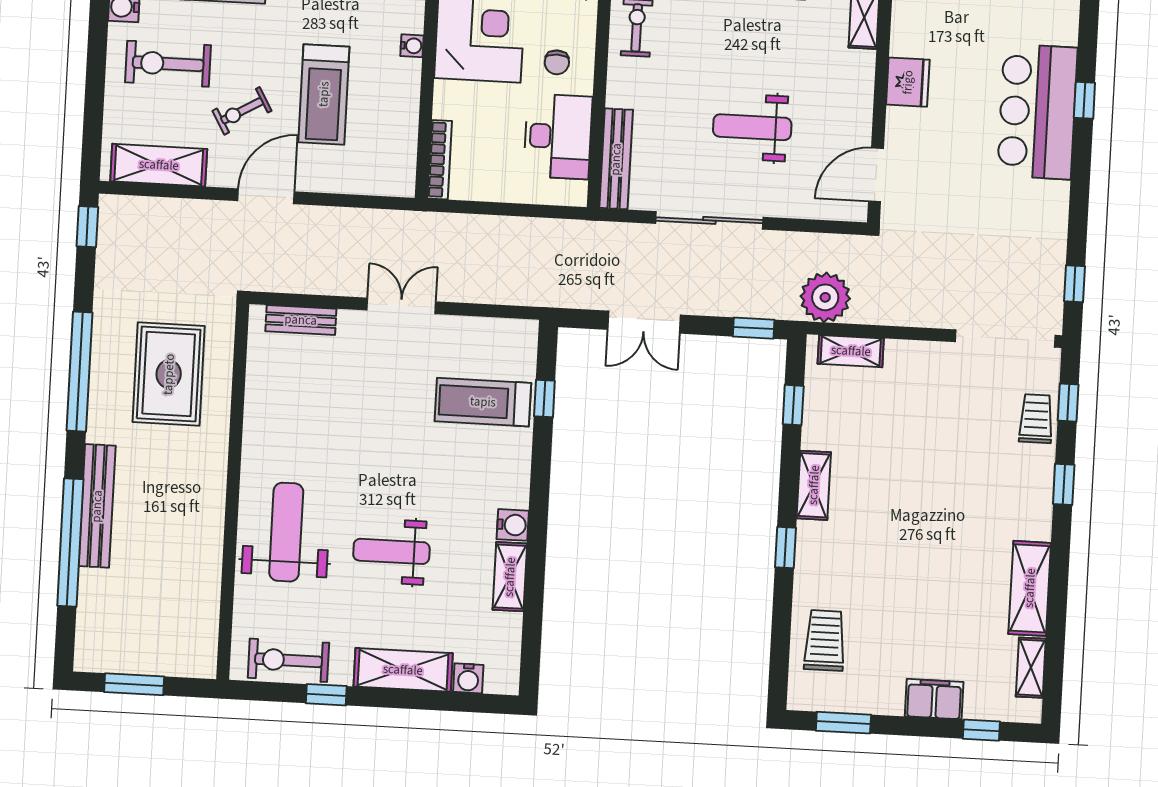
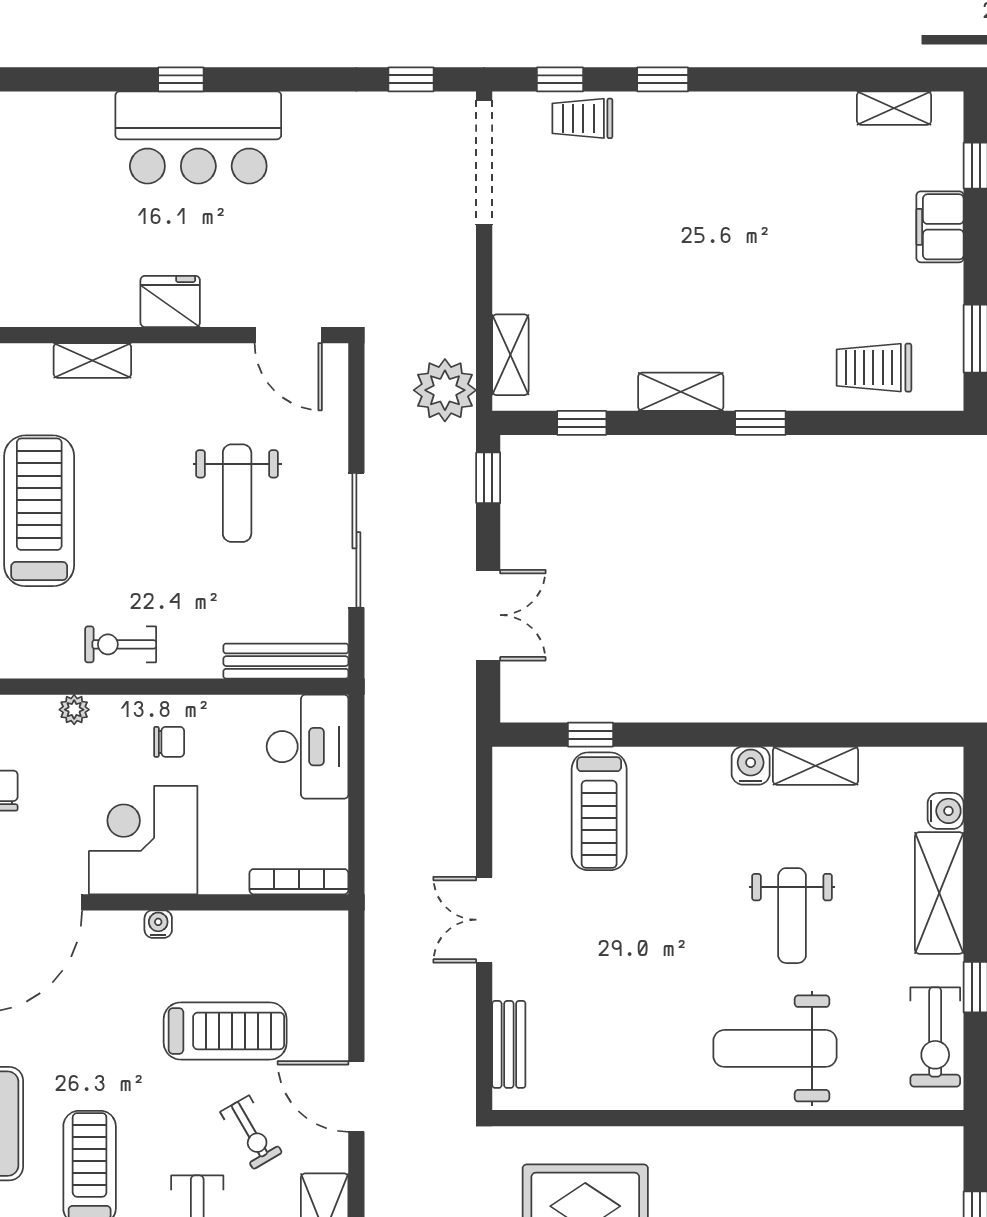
desk: (558, 136) -> (308, 747), moved, turned 90
shelving: (1030, 588) -> (795, 115), removed

